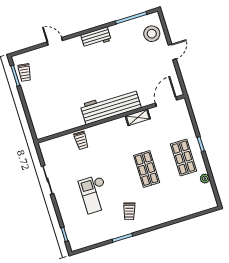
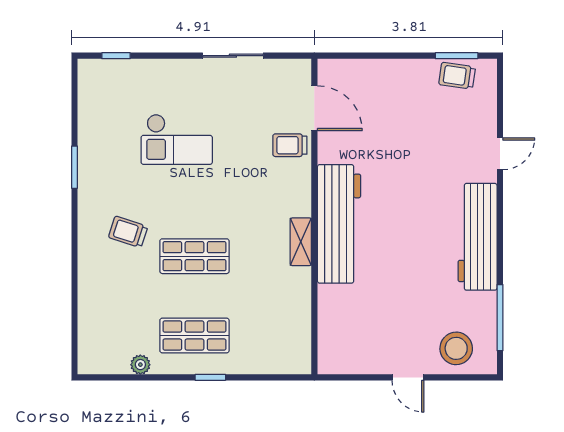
workbench: (96, 38) -> (478, 237), width x1.88, depth x1.32
door: (166, 102) -> (314, 108), moved
shelving: (138, 117) -> (301, 242), moved
checkout: (95, 194) -> (177, 139), turned 180
trolley: (129, 211) -> (128, 232), moved

